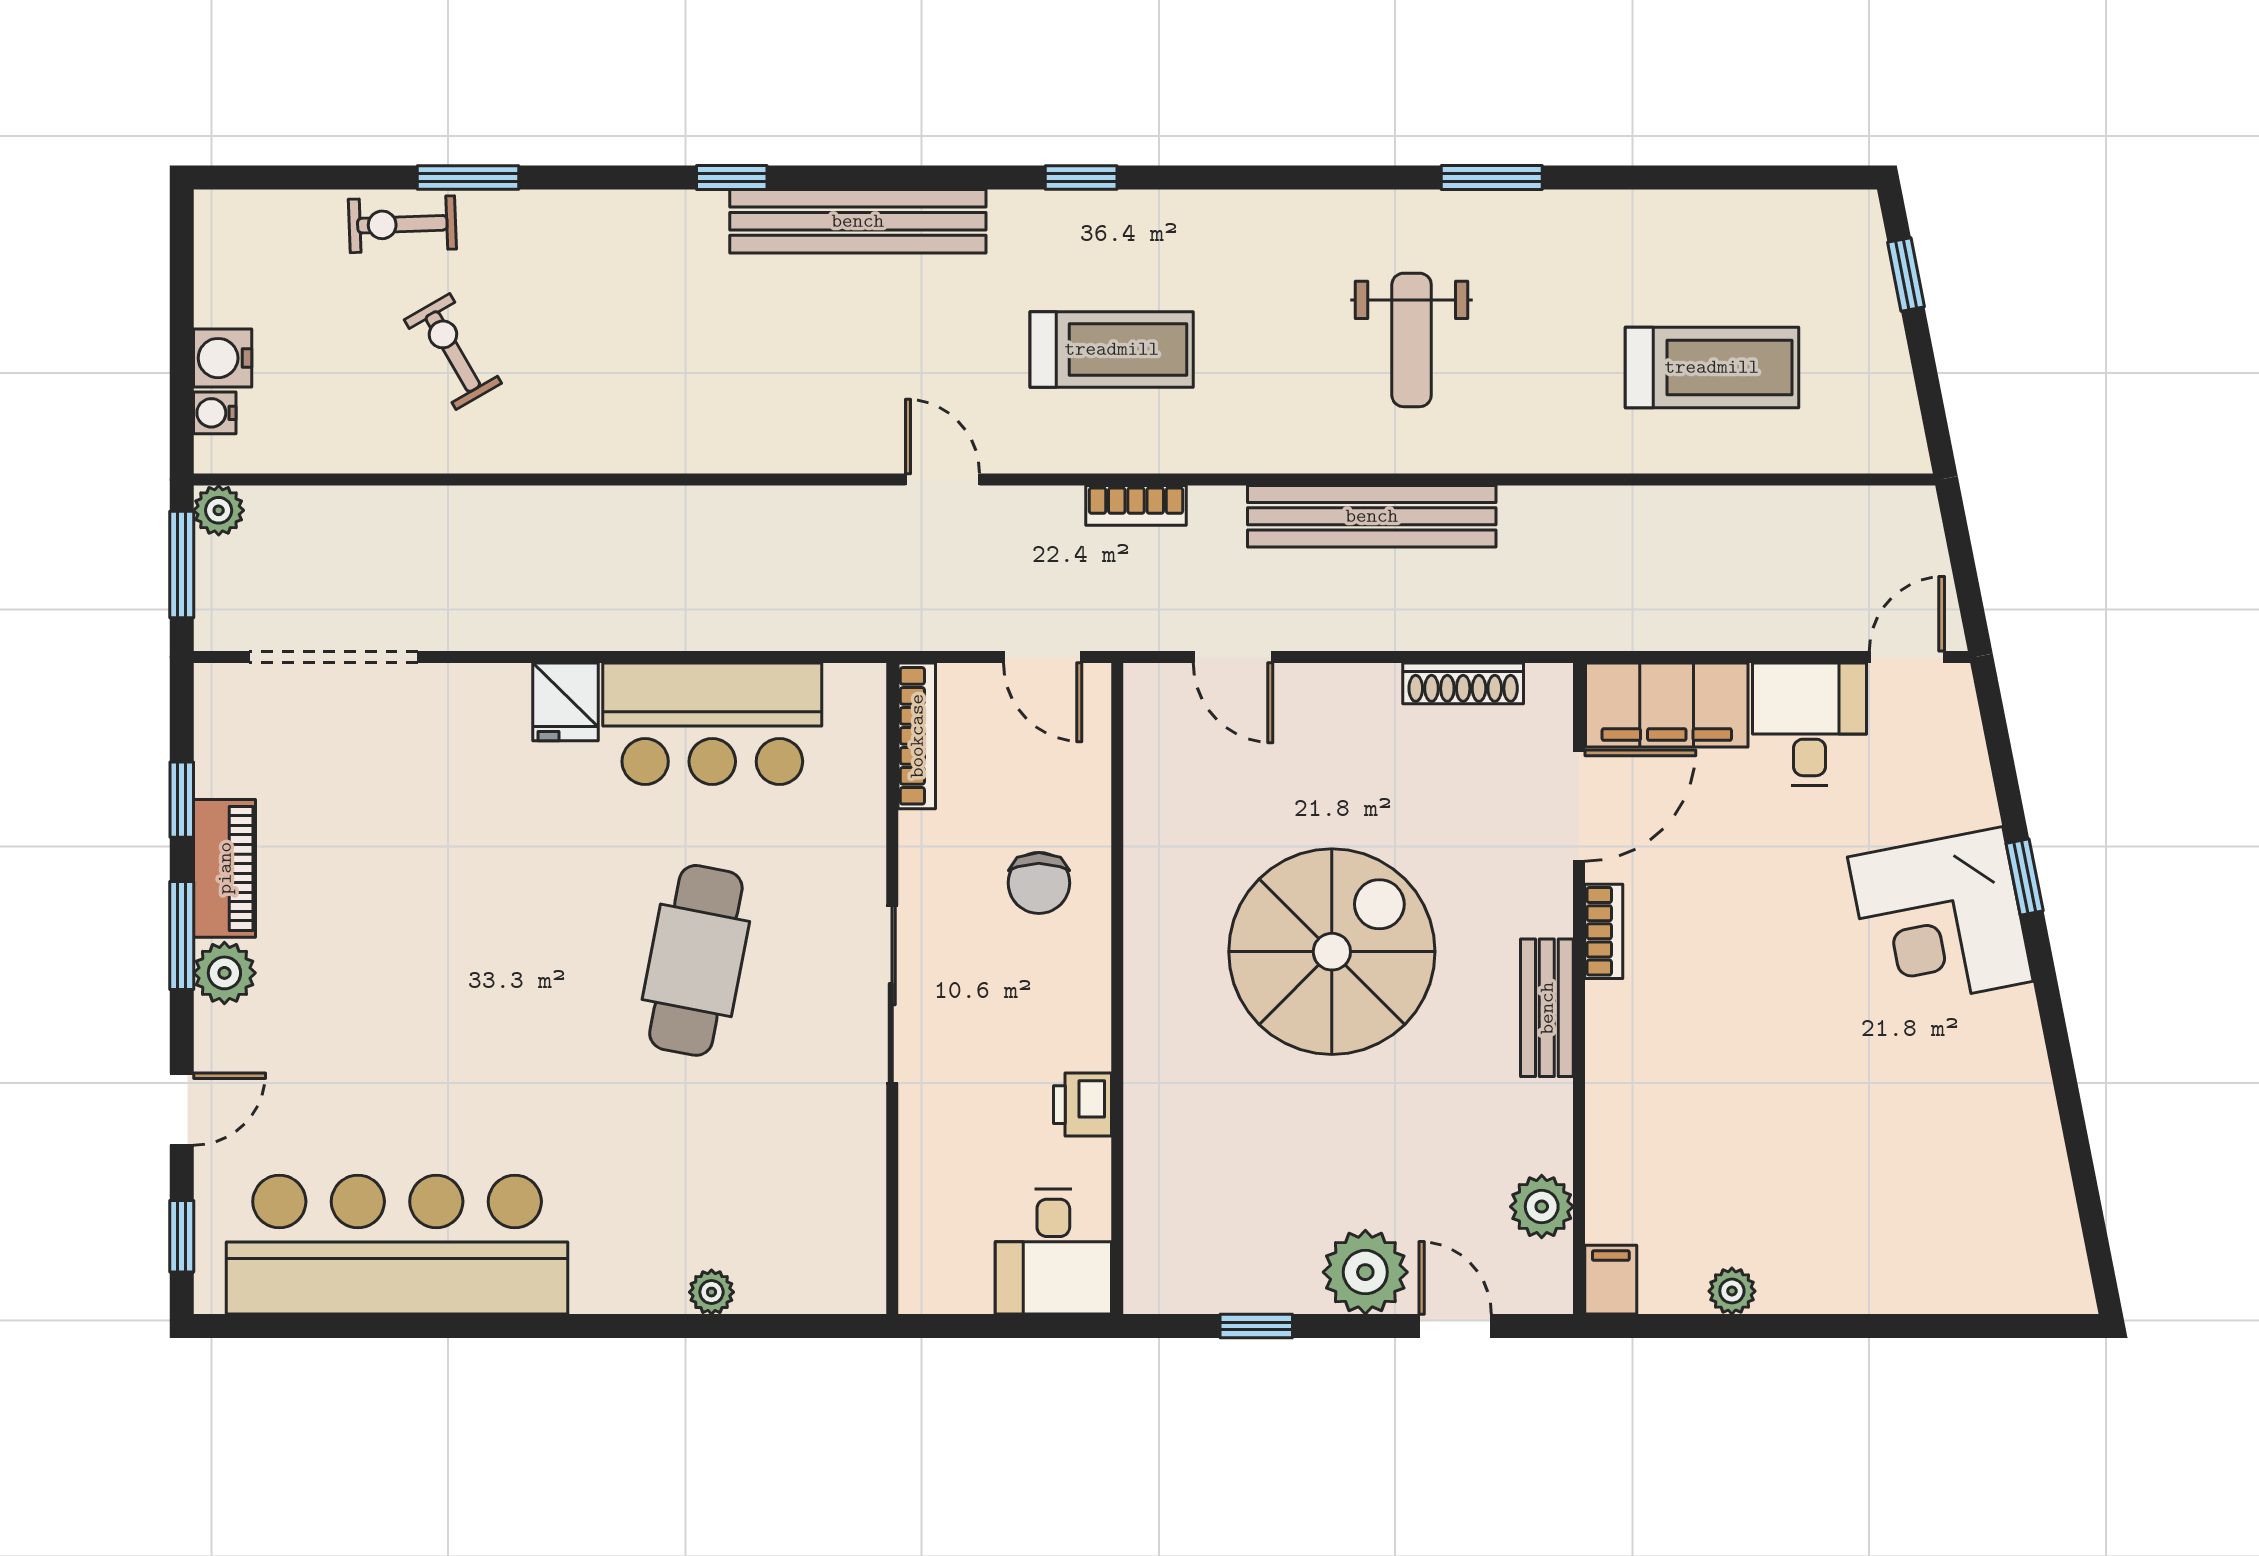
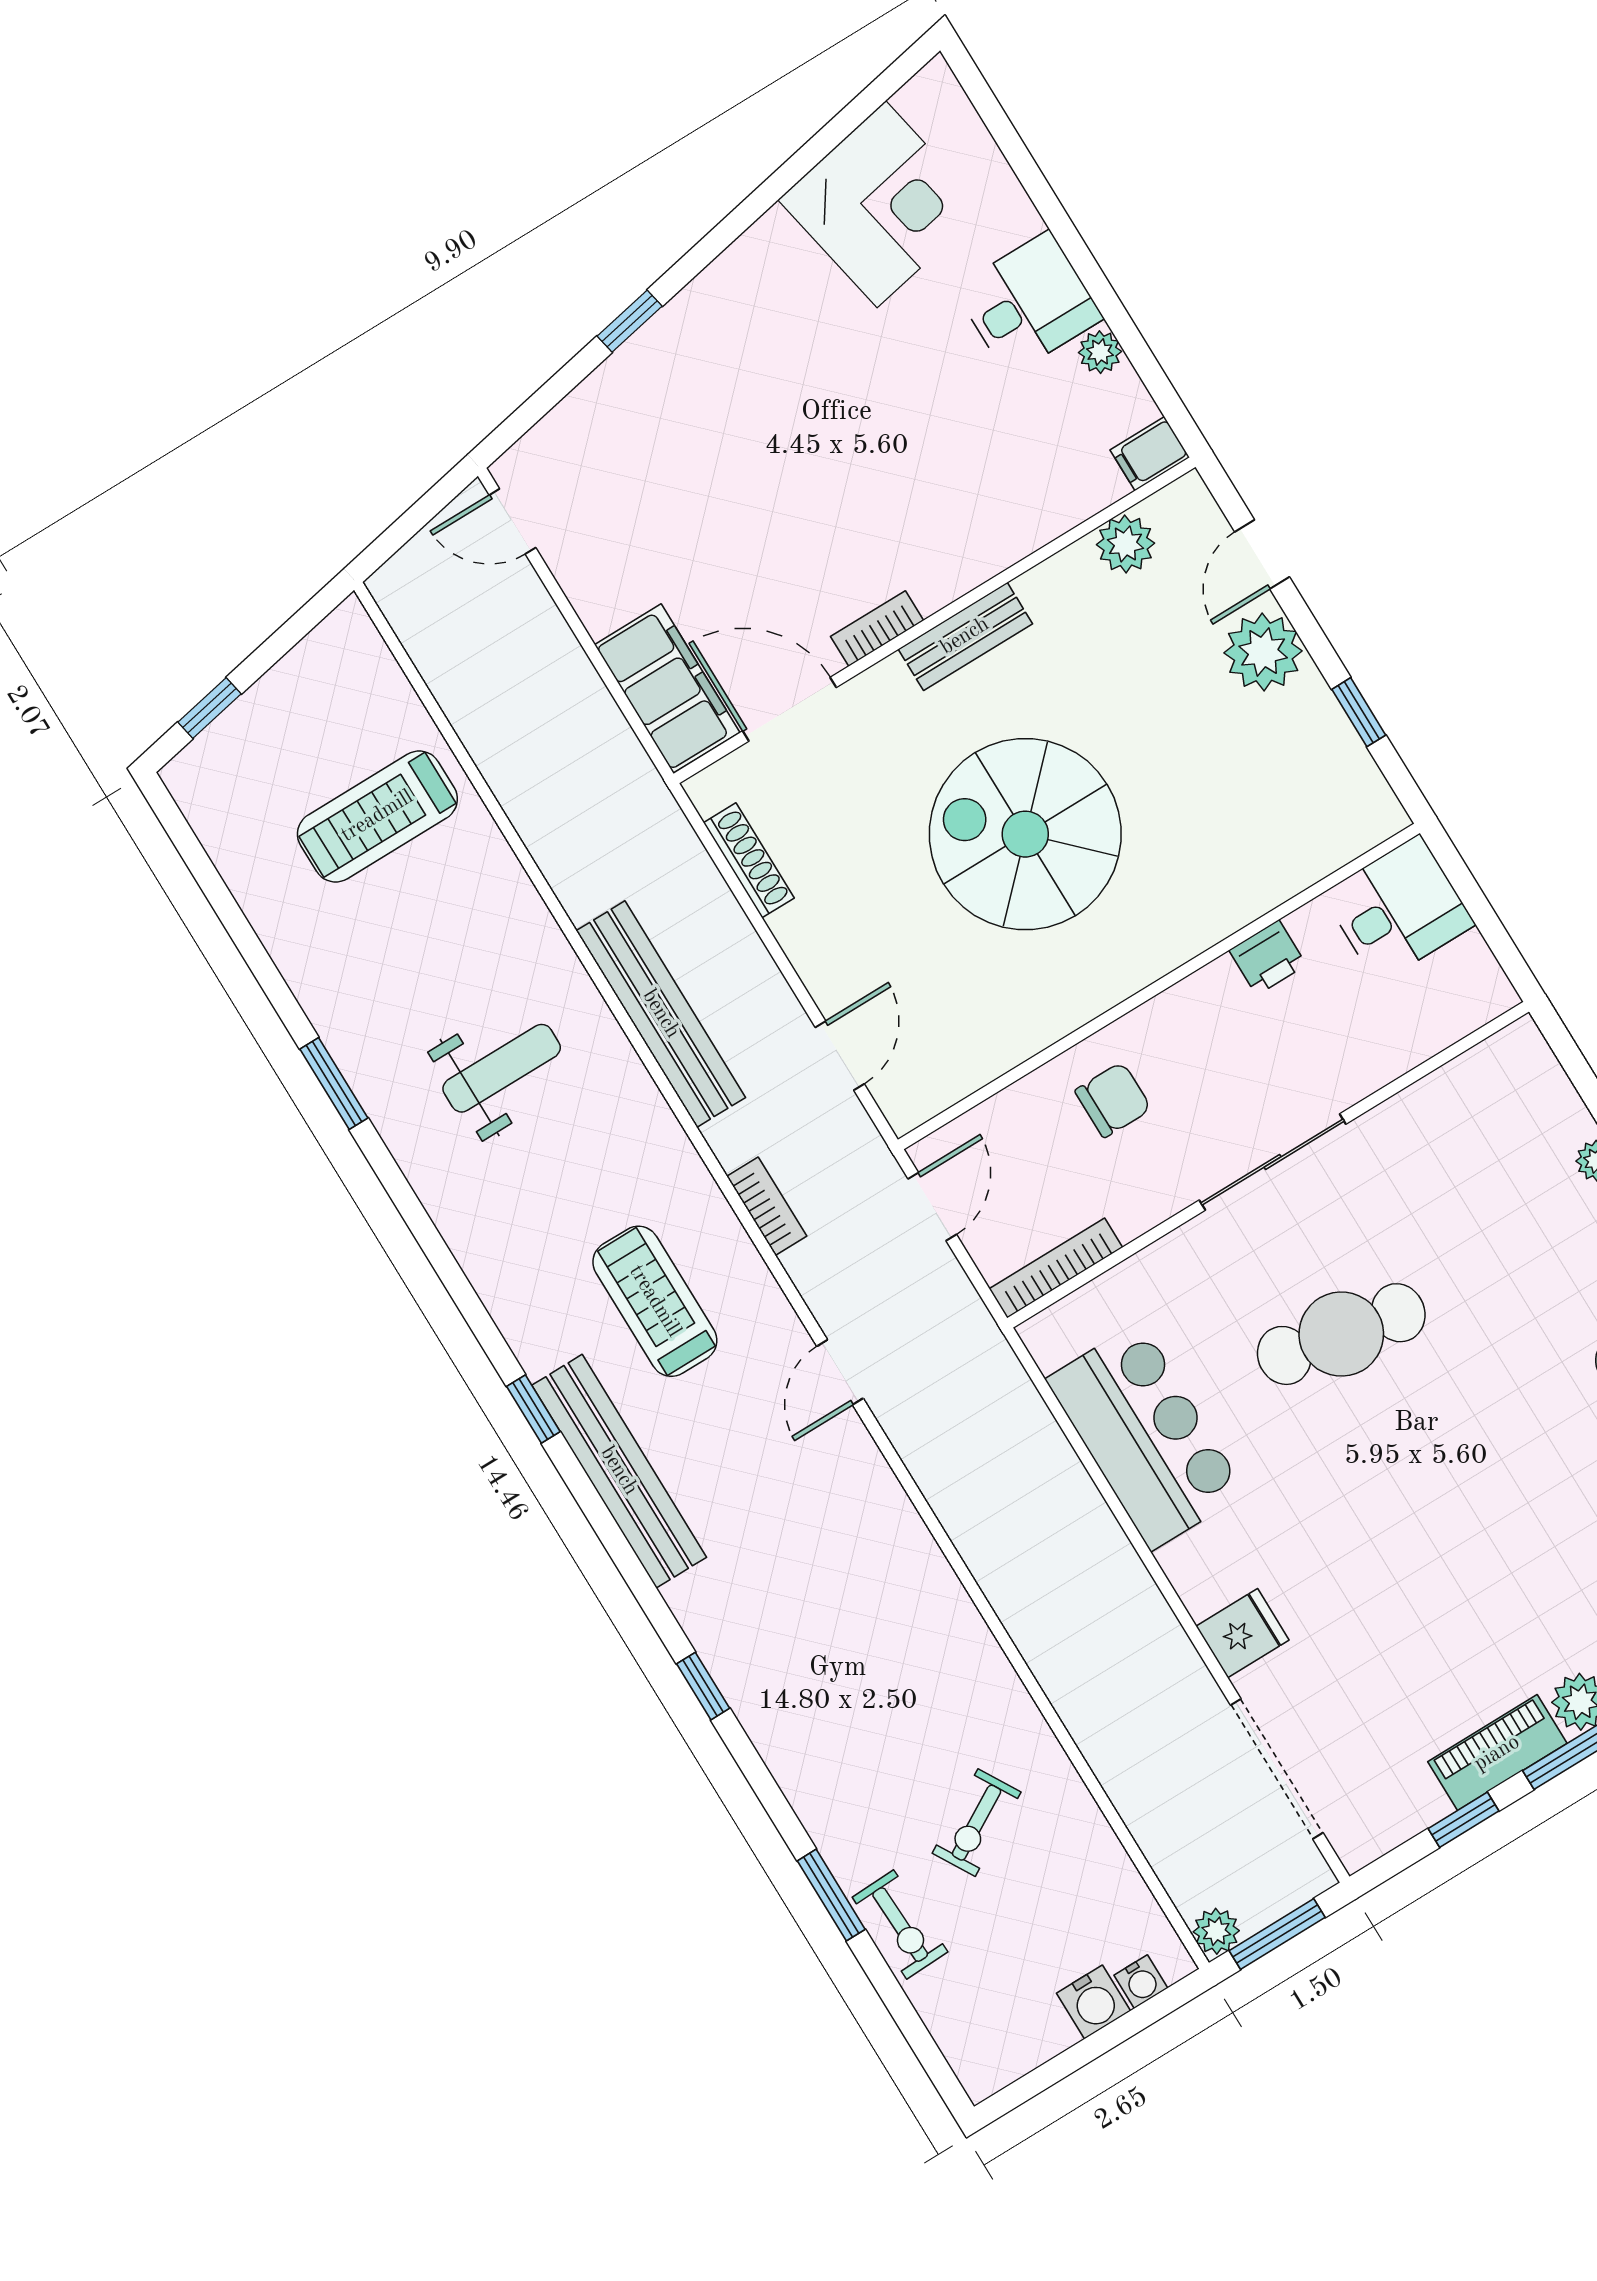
bench: (858, 221) -> (619, 1471), moved
treadmill: (1712, 367) -> (377, 816), turned -90
fridge: (565, 702) -> (1243, 1633), moved
desk: (1810, 724) -> (1029, 303), moved, turned 180
corner desk: (1940, 919) -> (881, 204), moved

